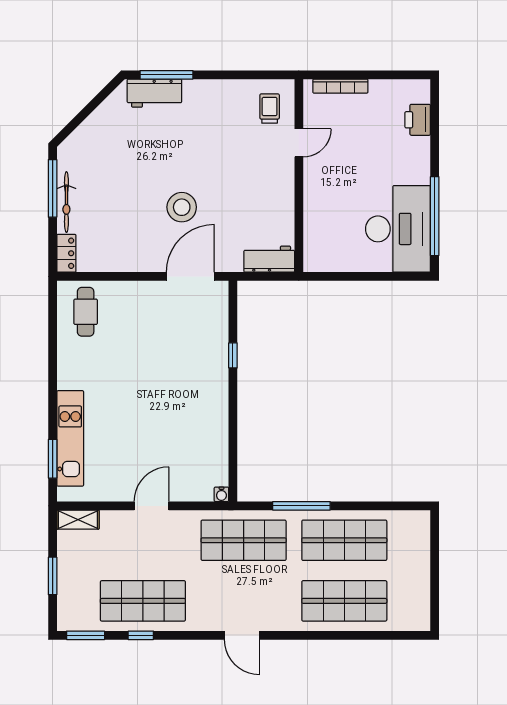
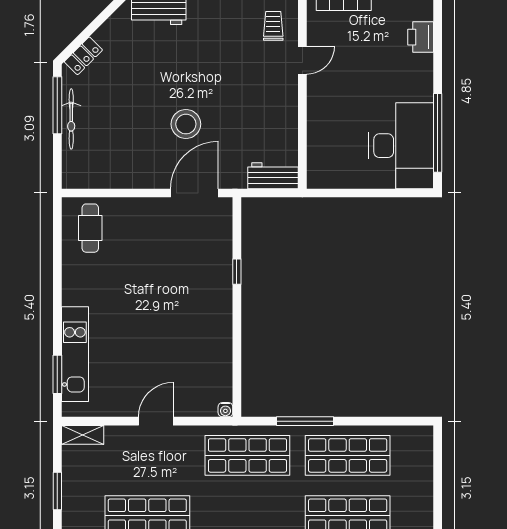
locker: (66, 253) -> (83, 56), moved, turned 45

